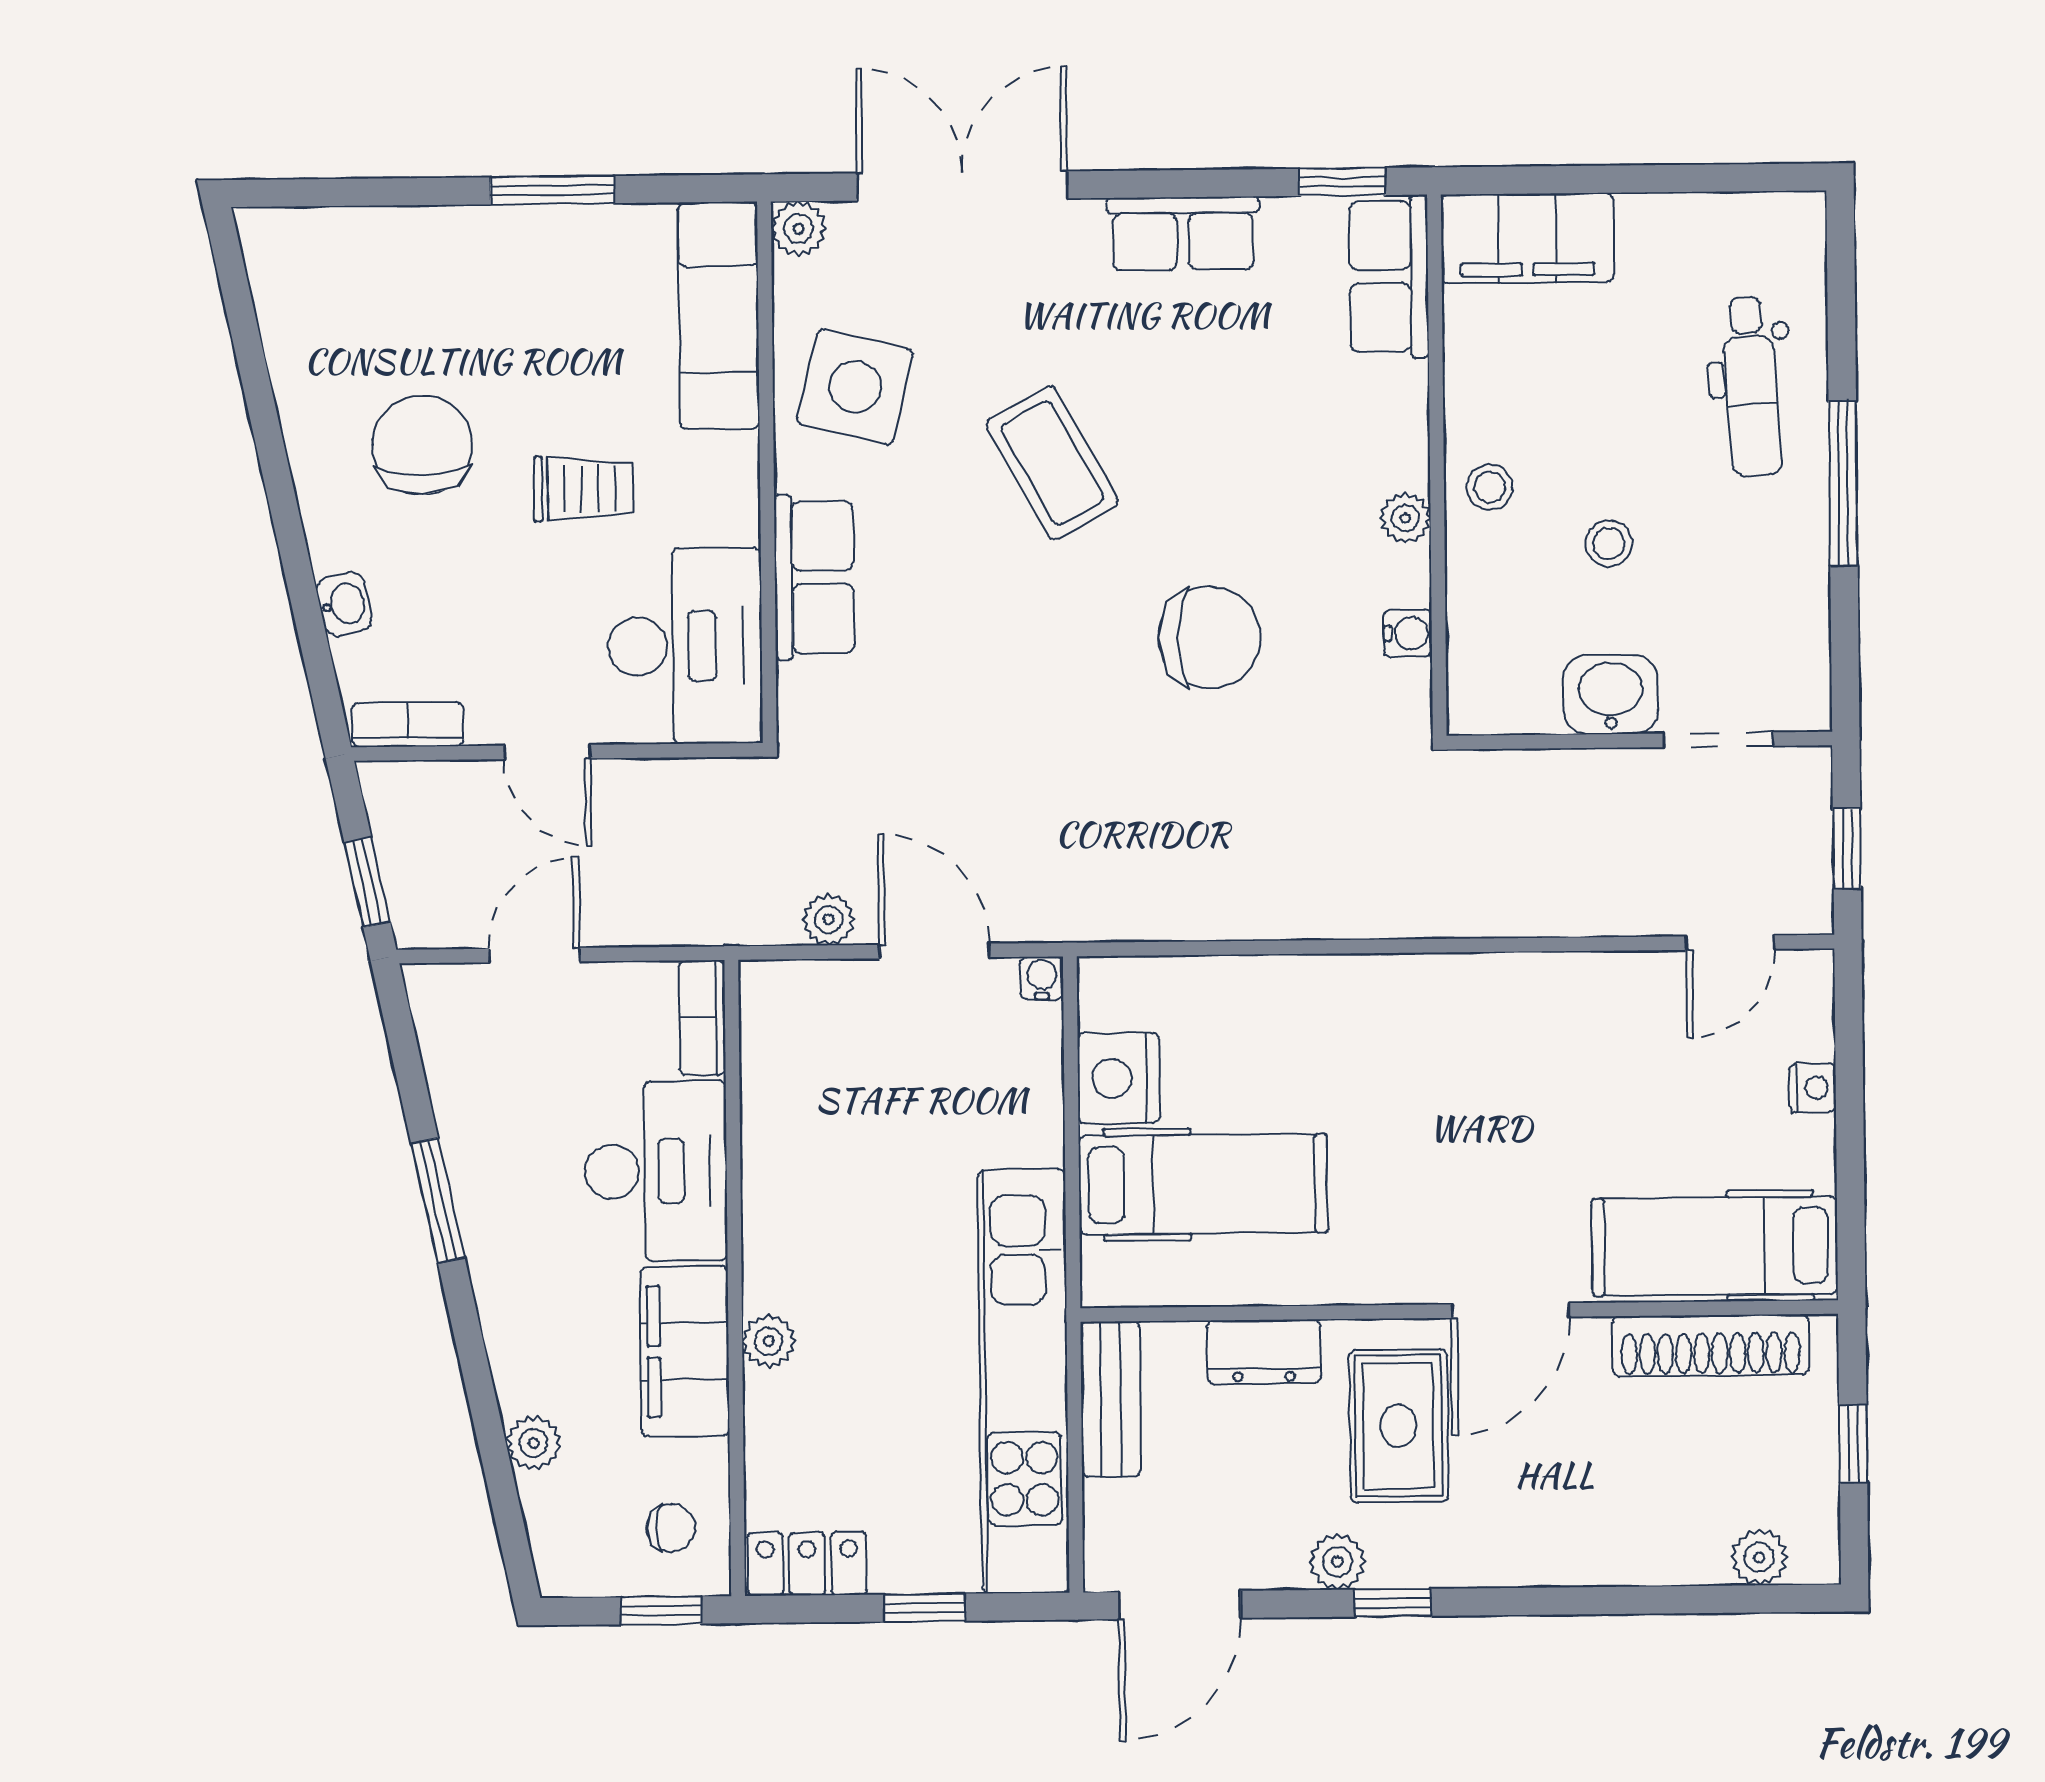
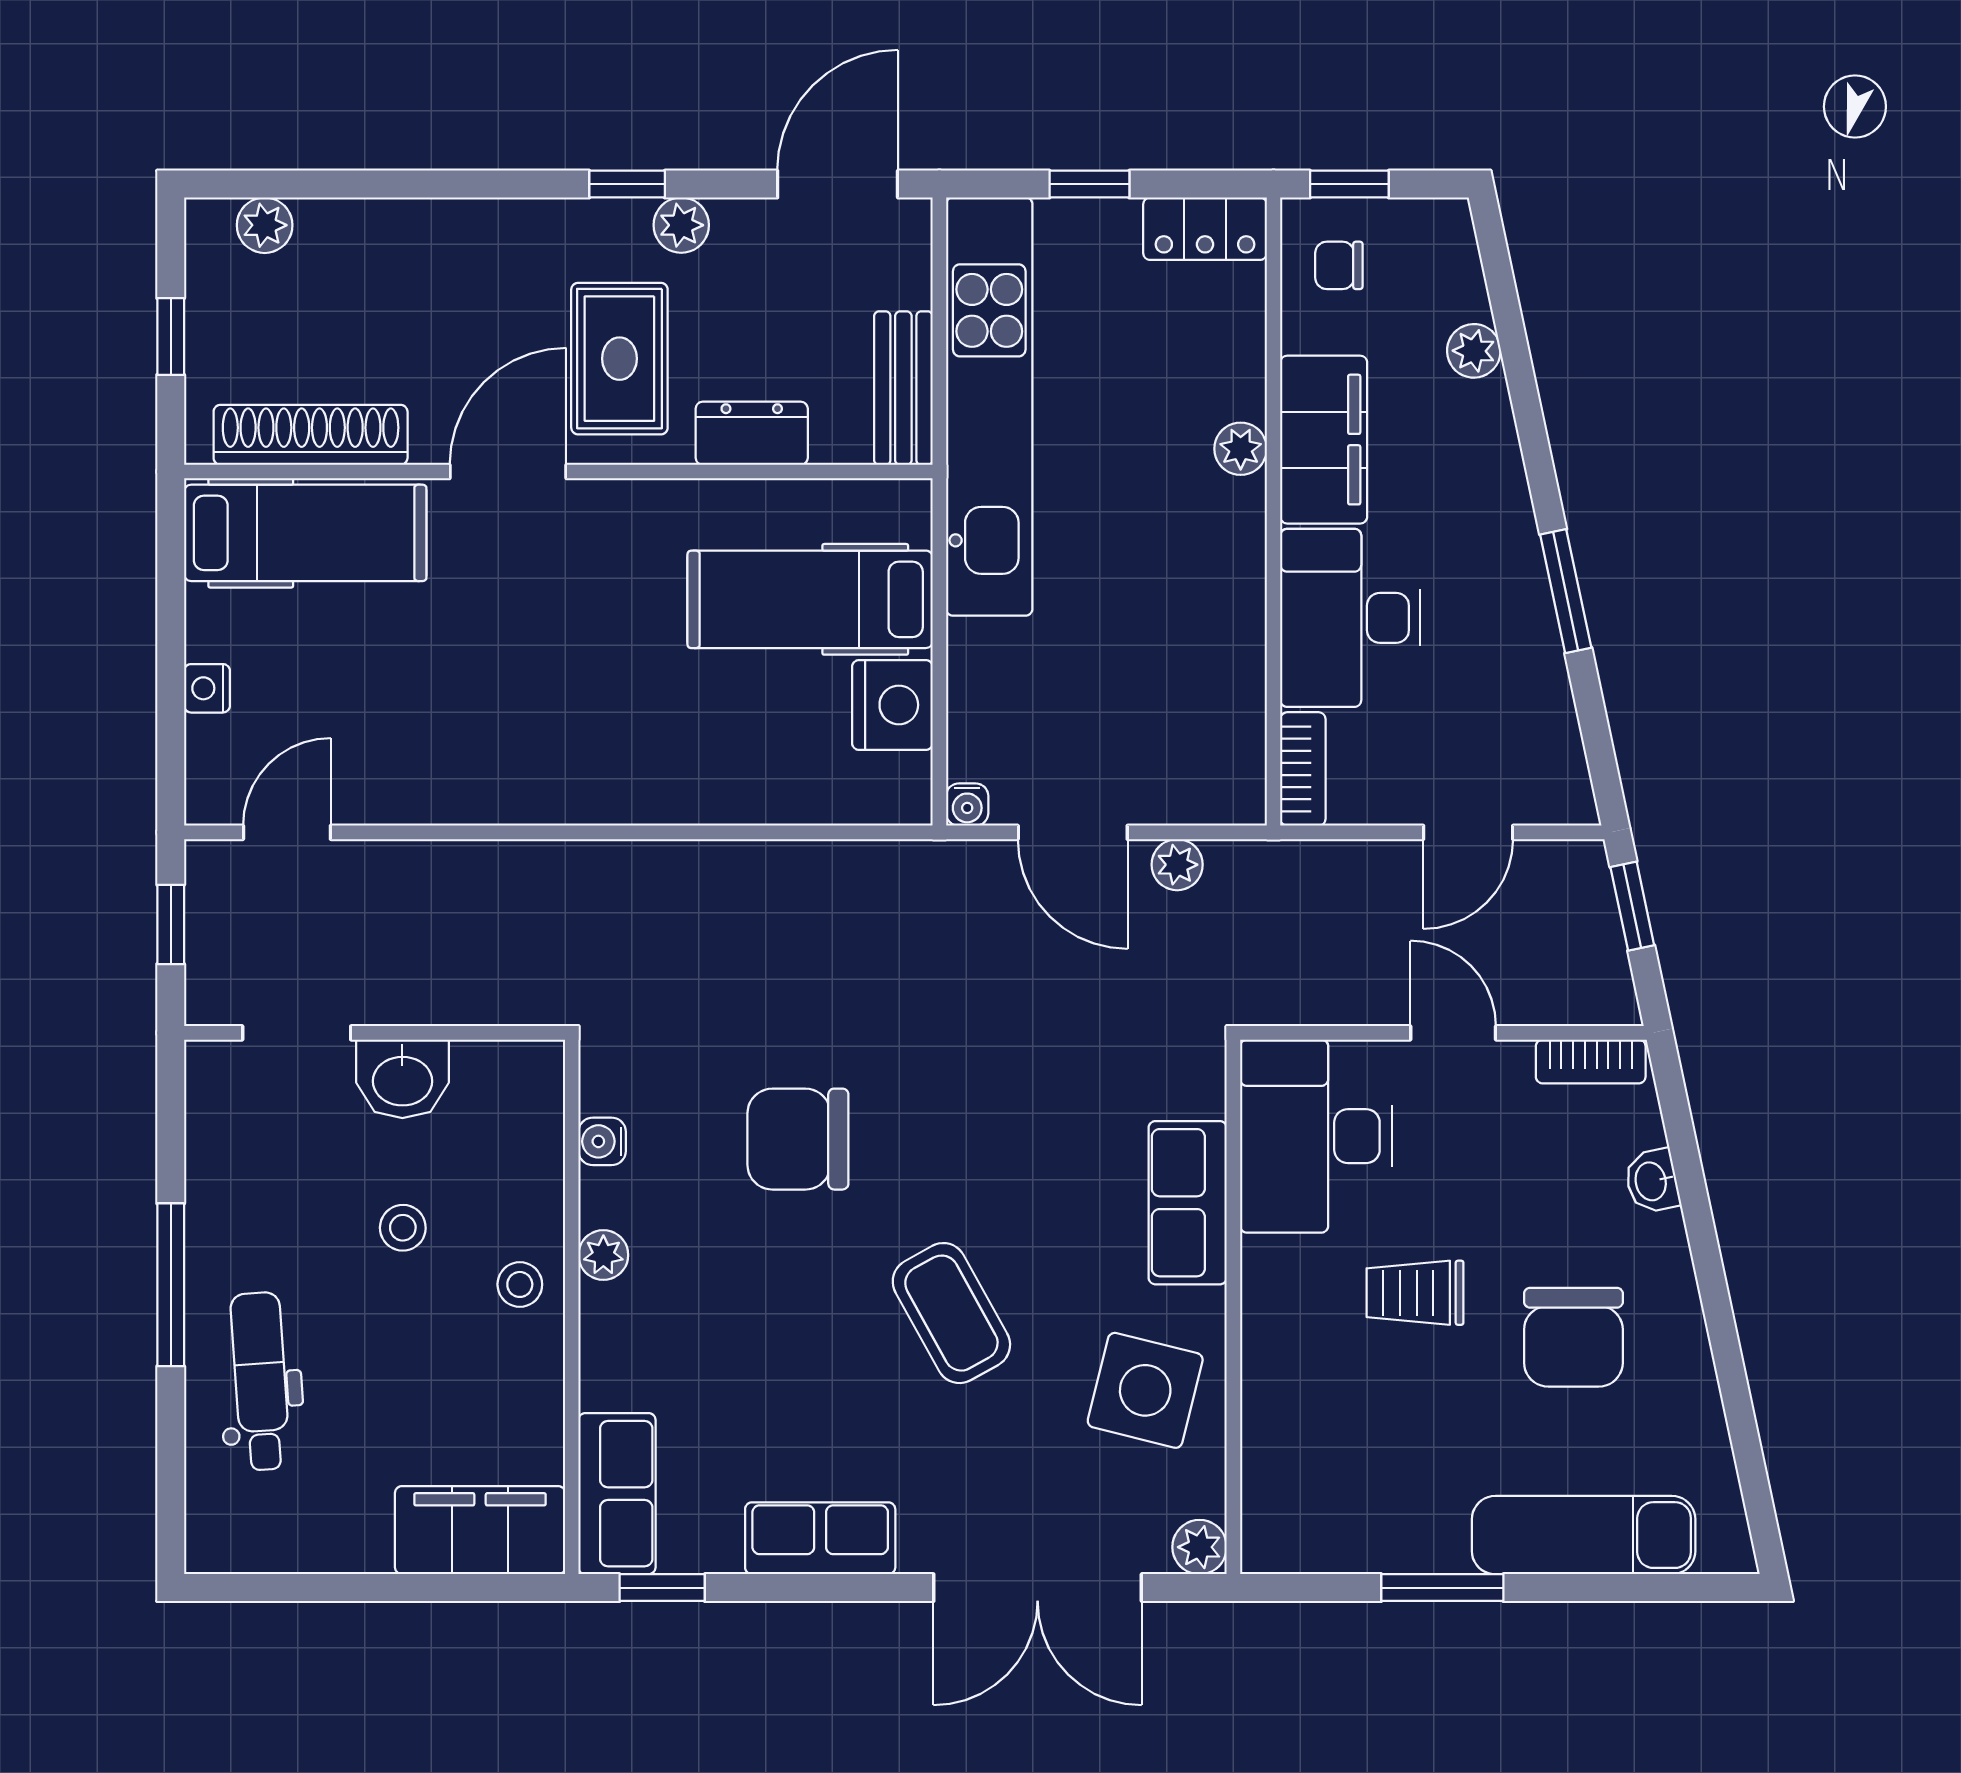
exam couch: (719, 316) -> (1584, 1535), moved, turned -90

